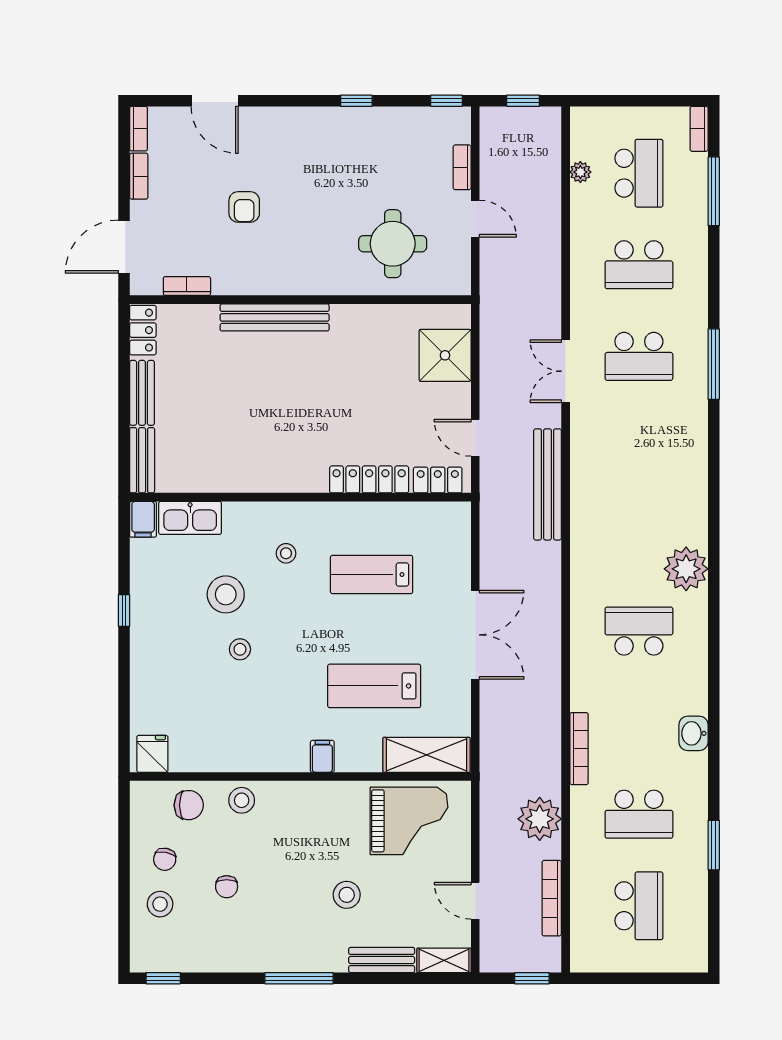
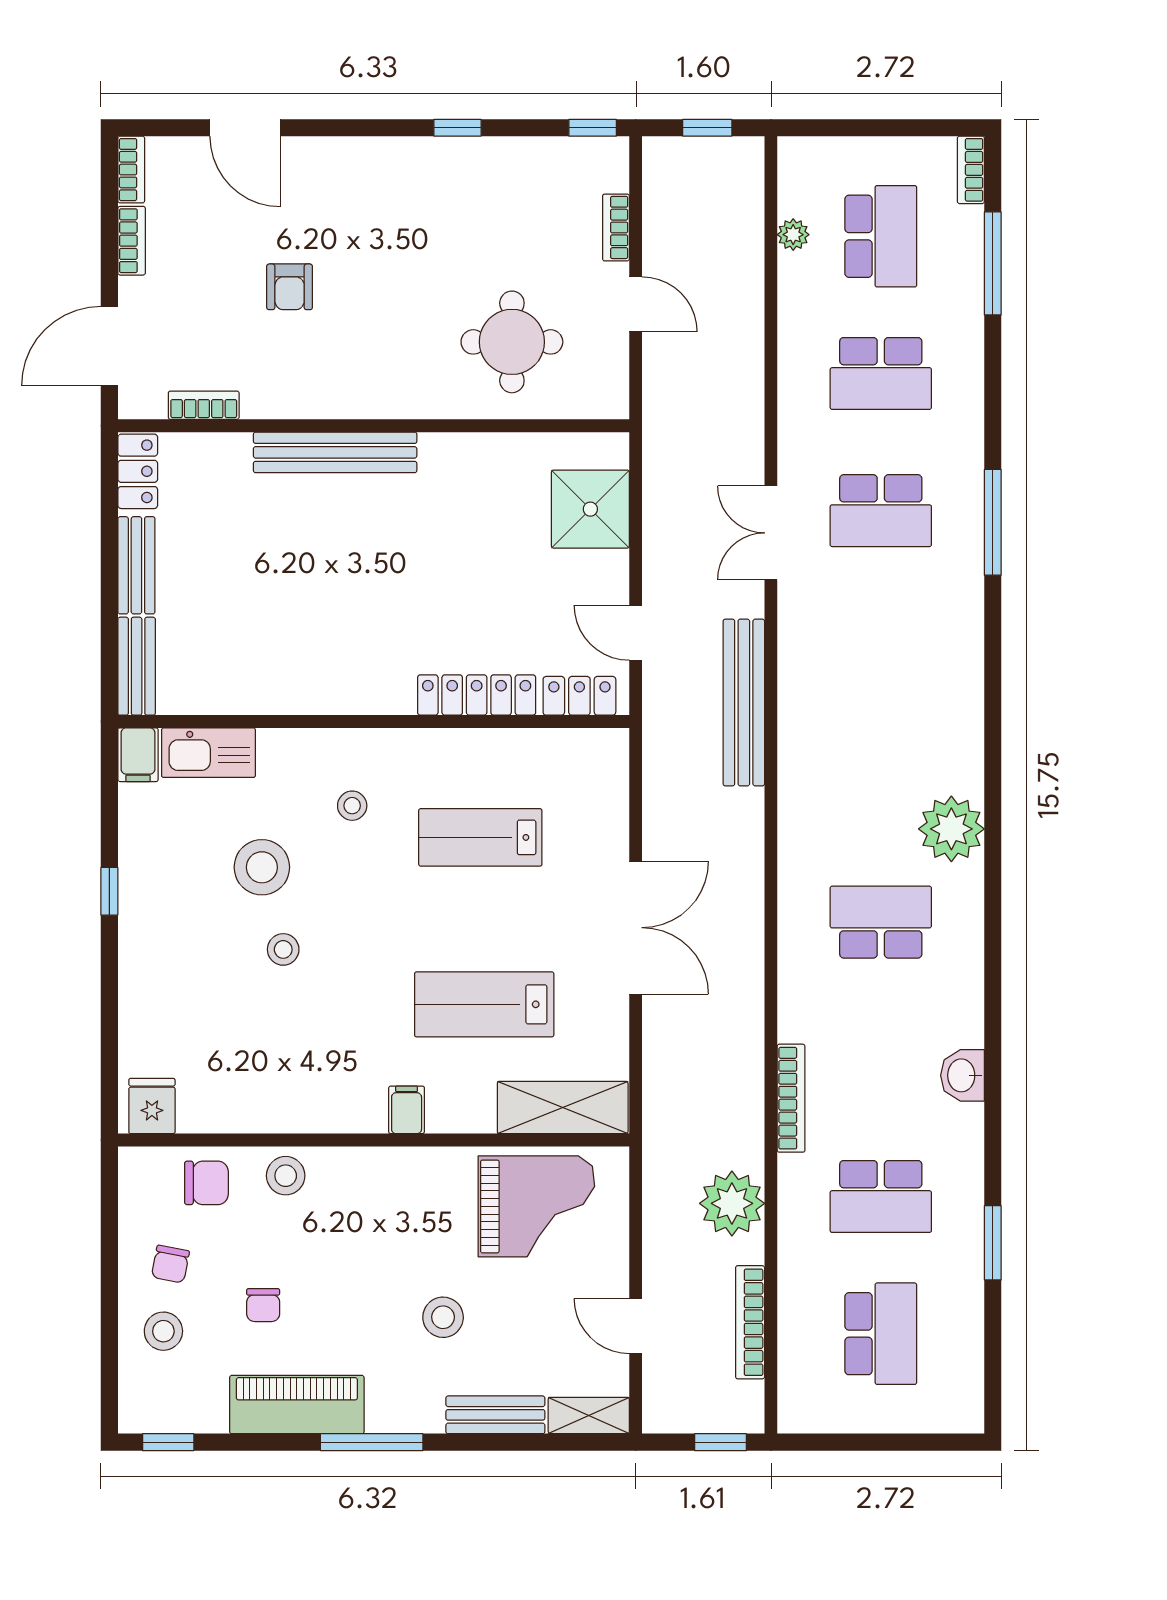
piano: (249, 953) -> (297, 1405), added

